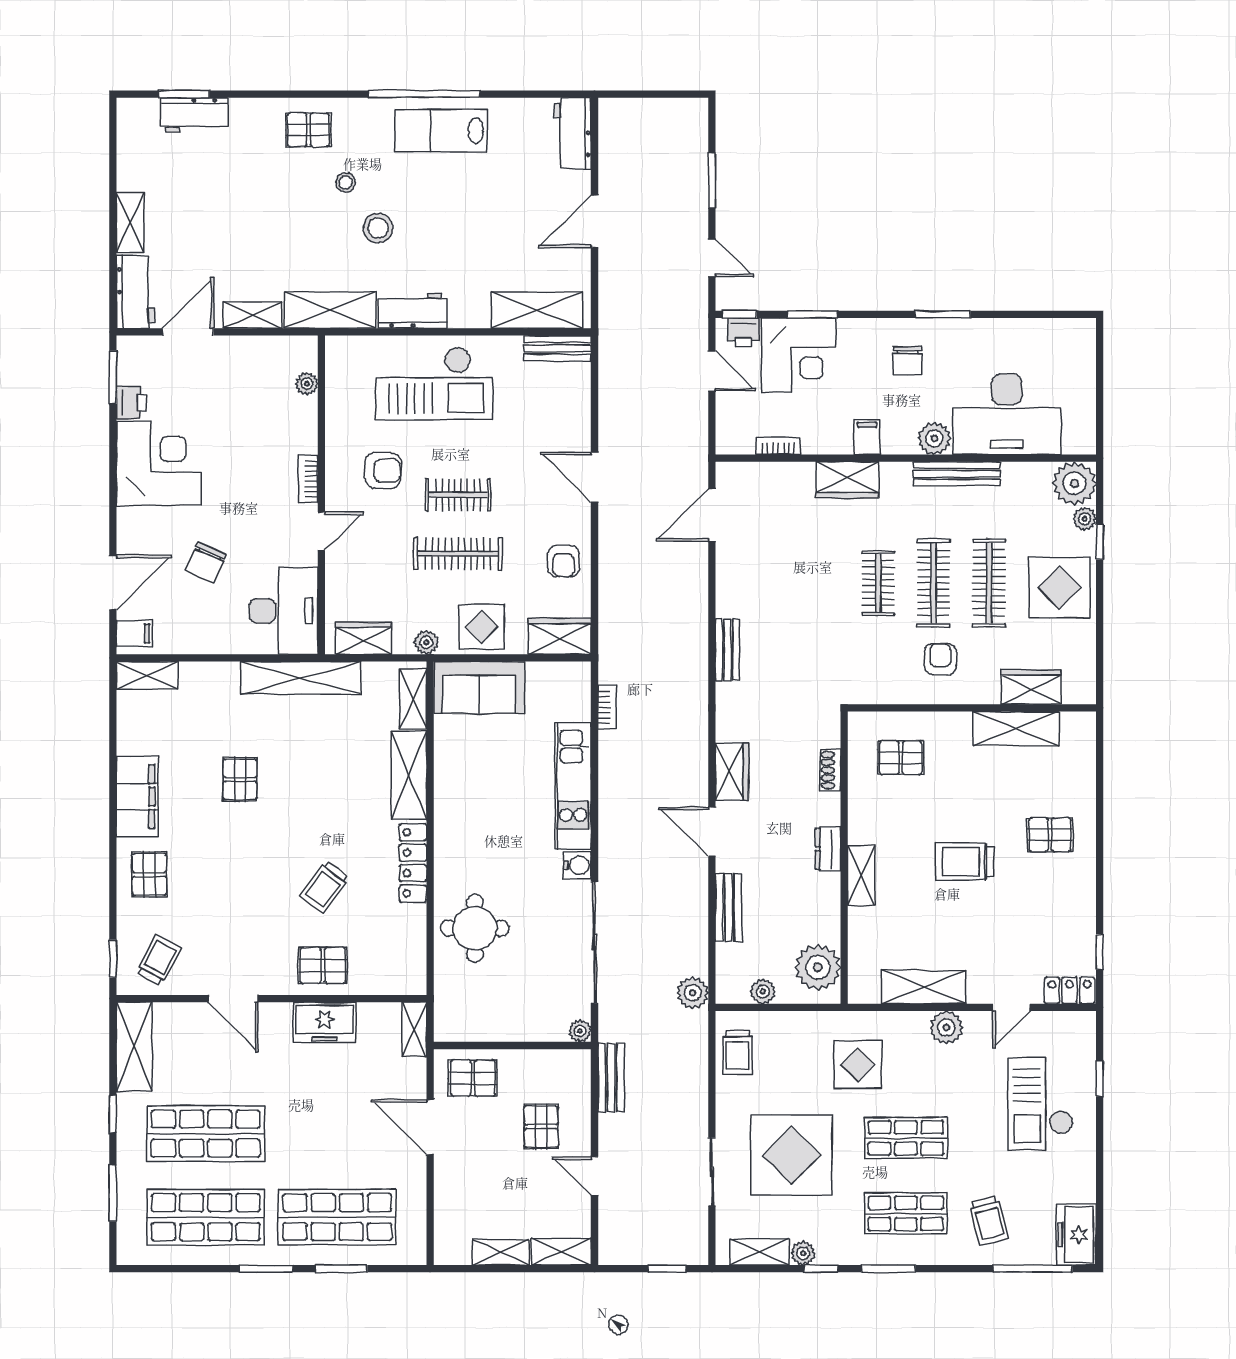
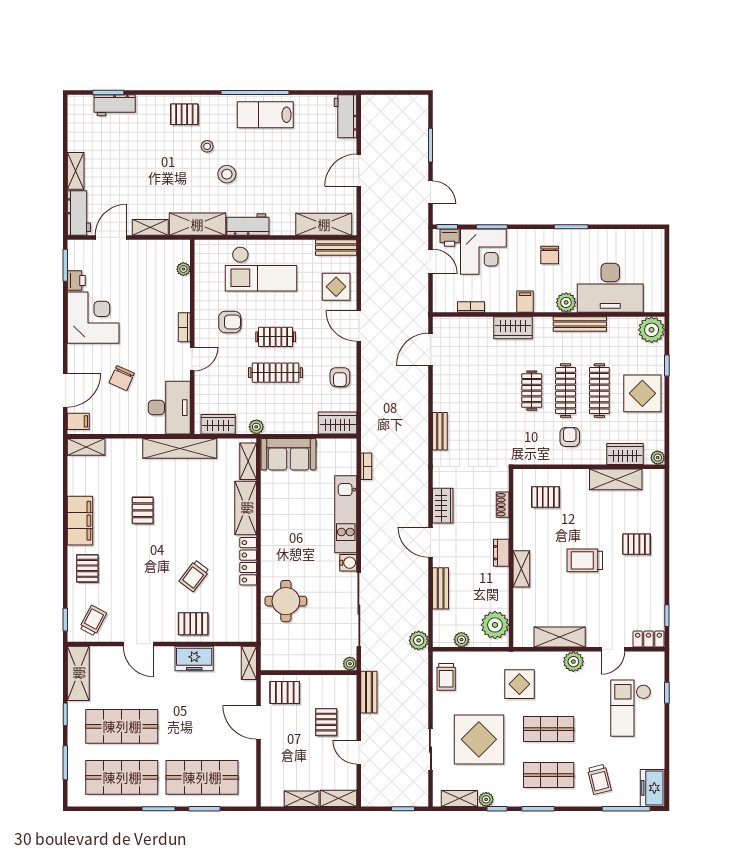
plant: (1085, 519) -> (658, 458), moved
display table: (482, 627) -> (336, 287), moved

